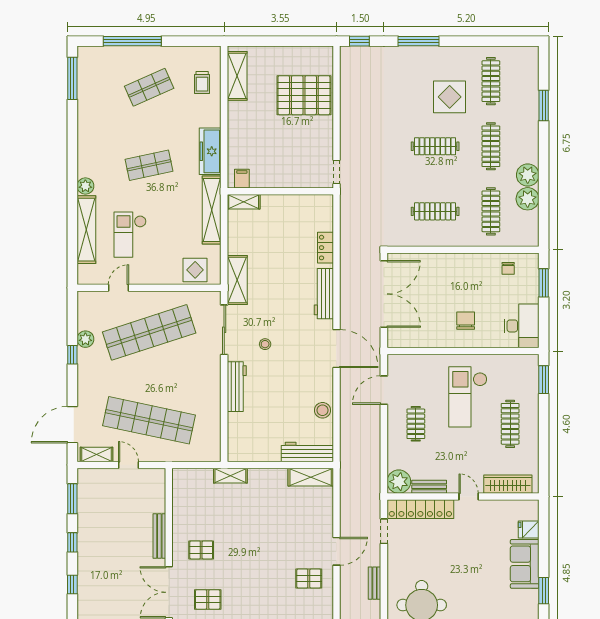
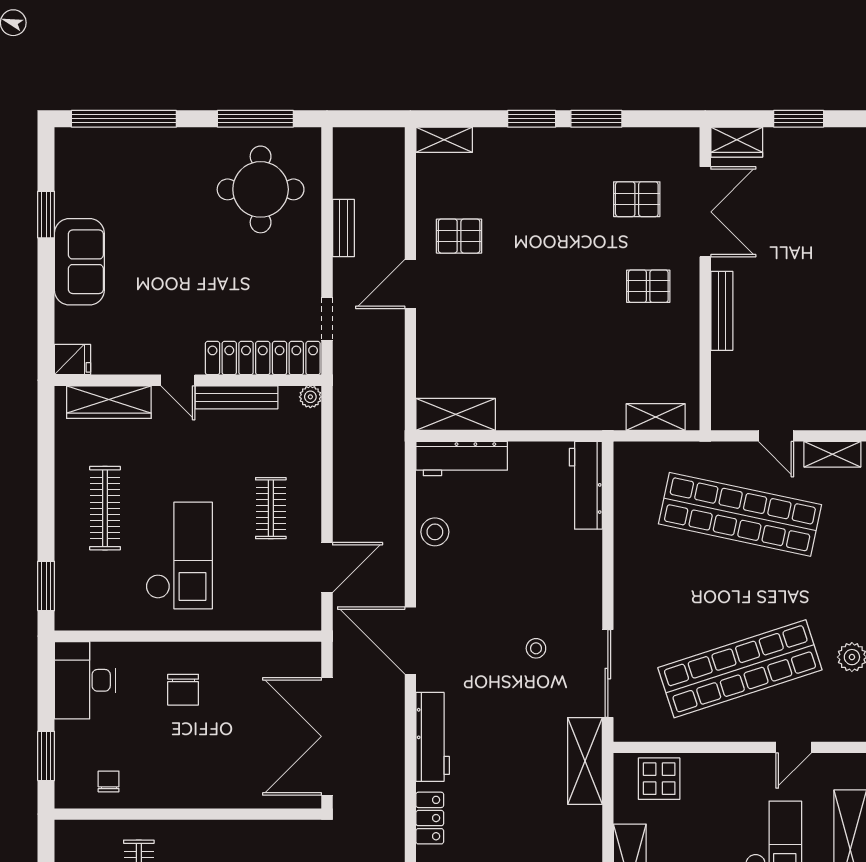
workbench: (237, 387) -> (586, 485), moved
shelving: (230, 476) -> (656, 417), moved
plant: (399, 482) -> (310, 397), width x0.53, depth x0.53
bench: (429, 487) -> (237, 397), width x1.36
fridge: (529, 529) -> (72, 359), moved

